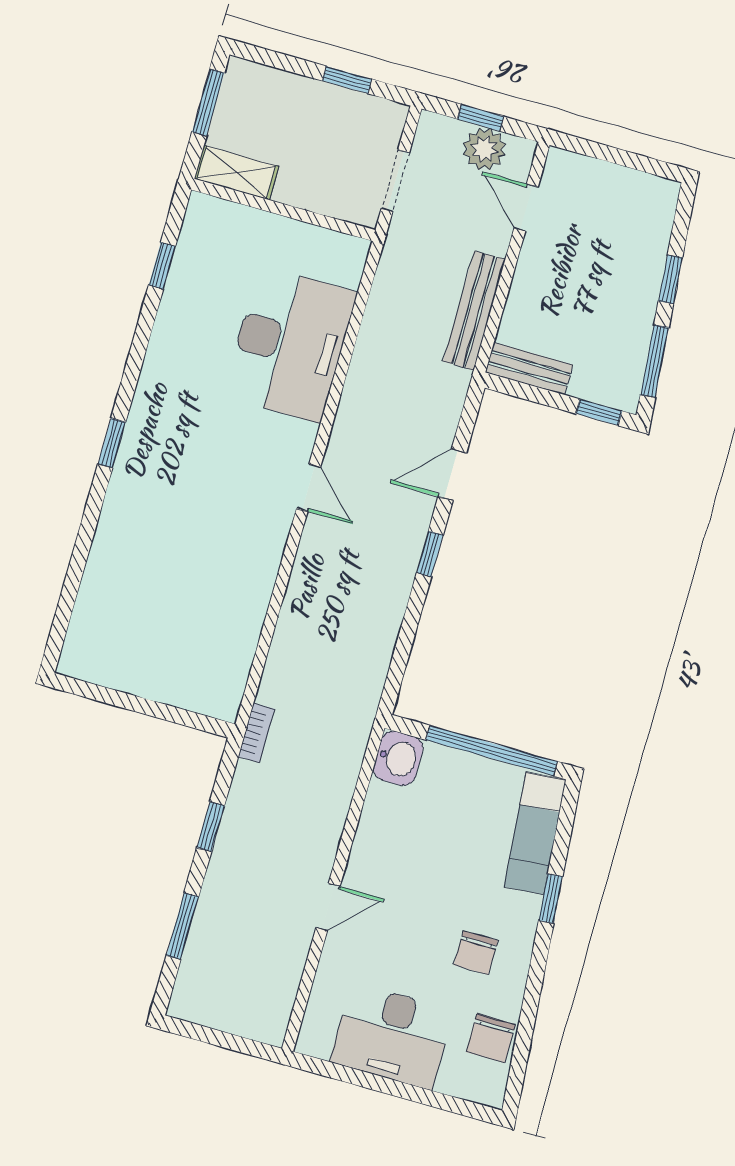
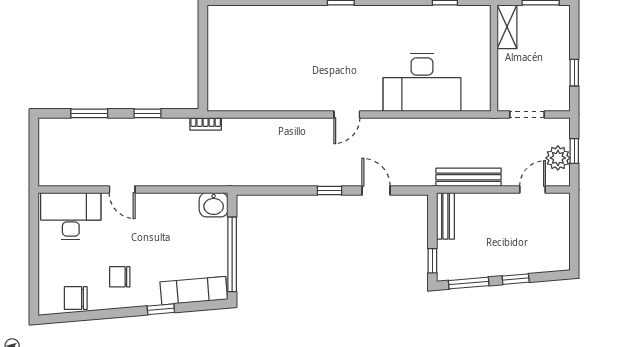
desk: (392, 1036) -> (71, 216), moved, turned 90

